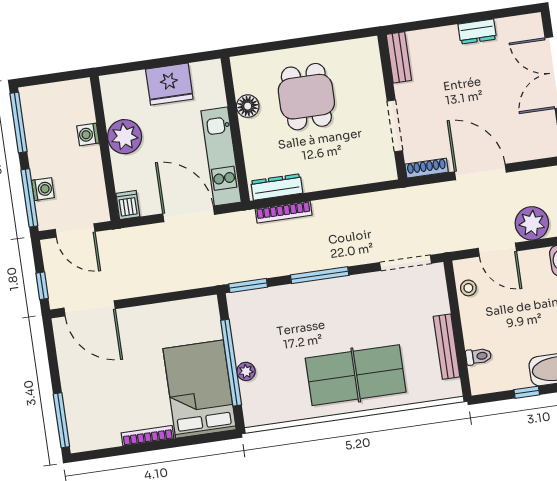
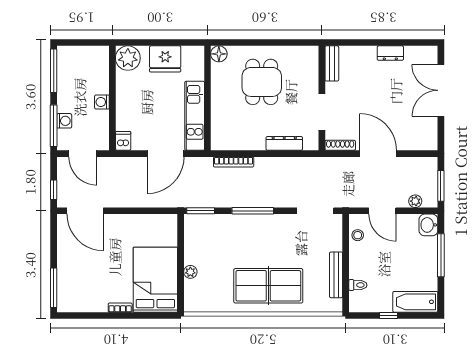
floor lamp: (248, 106) -> (219, 54), moved
washing machine: (88, 134) -> (102, 102), moved
plant: (125, 137) -> (128, 58), moved
dresser: (277, 187) -> (284, 143), moved
door: (189, 214) -> (166, 154), swing flipped
plant: (532, 223) -> (415, 201), width x0.53, depth x0.53
window: (231, 363) -> (181, 264), removed
bookcase: (148, 436) -> (120, 308), width x0.64

